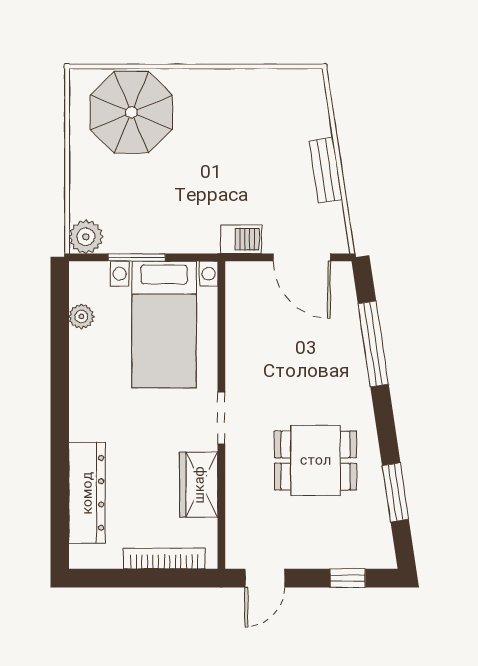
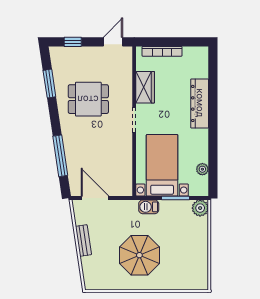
parasol: (131, 112) -> (139, 255), moved
barbecue: (241, 239) -> (149, 207), moved
dresser: (87, 493) -> (200, 103), moved

